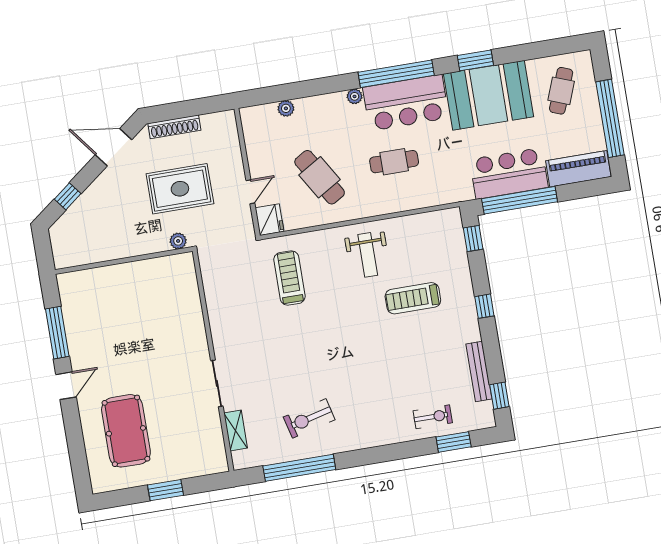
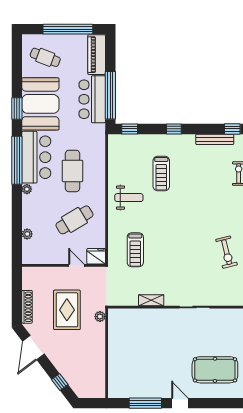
cafe table: (394, 162) -> (72, 171), width x1.37, depth x1.35
treadmill: (289, 278) -> (135, 250), turned -90
shelving: (236, 430) -> (151, 300), moved

